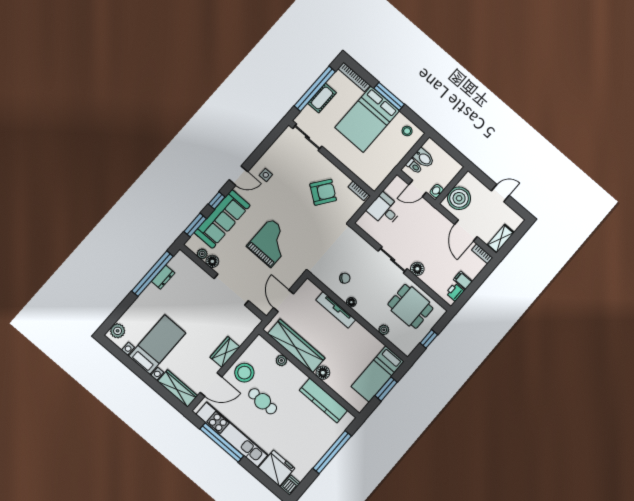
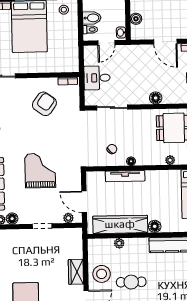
boiler: (459, 198) -> (136, 19), width x0.54, depth x0.54
sliding door: (393, 260) -> (112, 107), moved
doorway: (231, 290) -> (42, 226), width x0.53
plant: (259, 302) -> (68, 218), added

